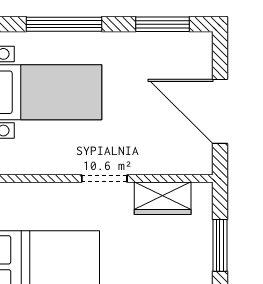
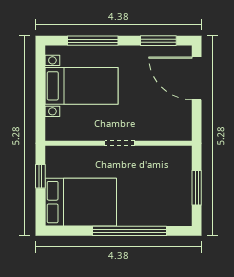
door: (220, 111) -> (197, 78), moved
wardrobe: (163, 198) -> (158, 156), removed

